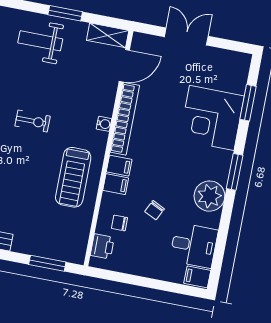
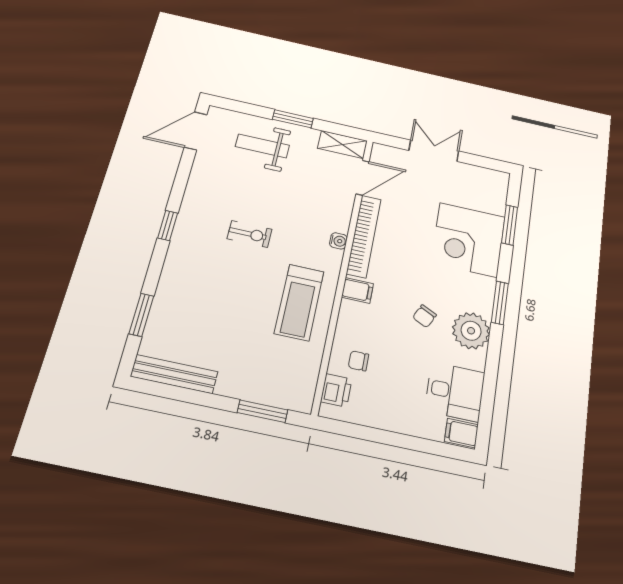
filing cabinet: (116, 184) -> (353, 312), removed
chair: (155, 210) -> (425, 316), moved

